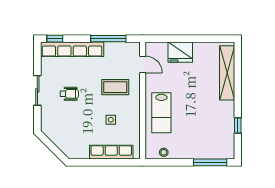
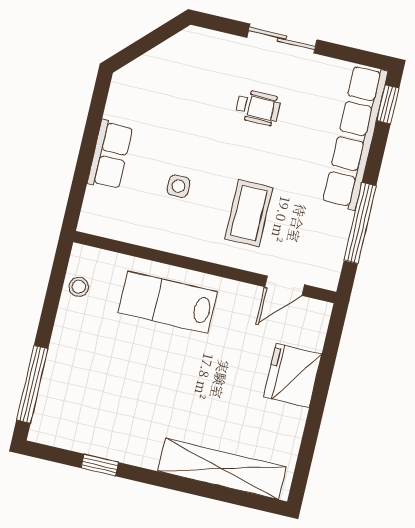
wheelchair: (69, 94) -> (258, 107), turned -90
row of seats: (111, 152) -> (110, 155), width x0.68

